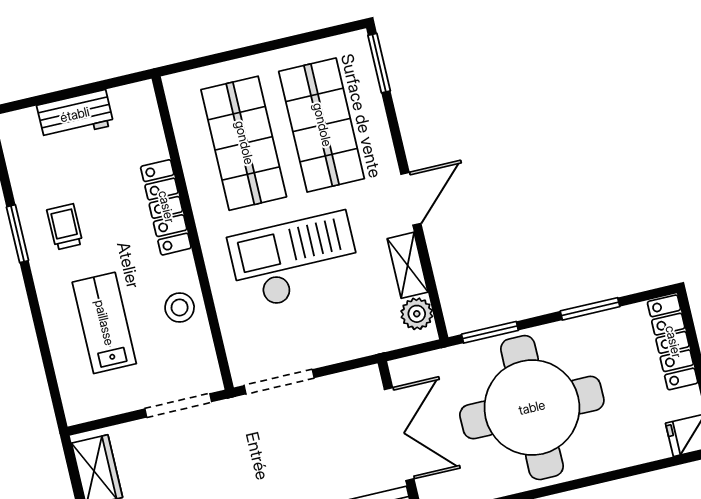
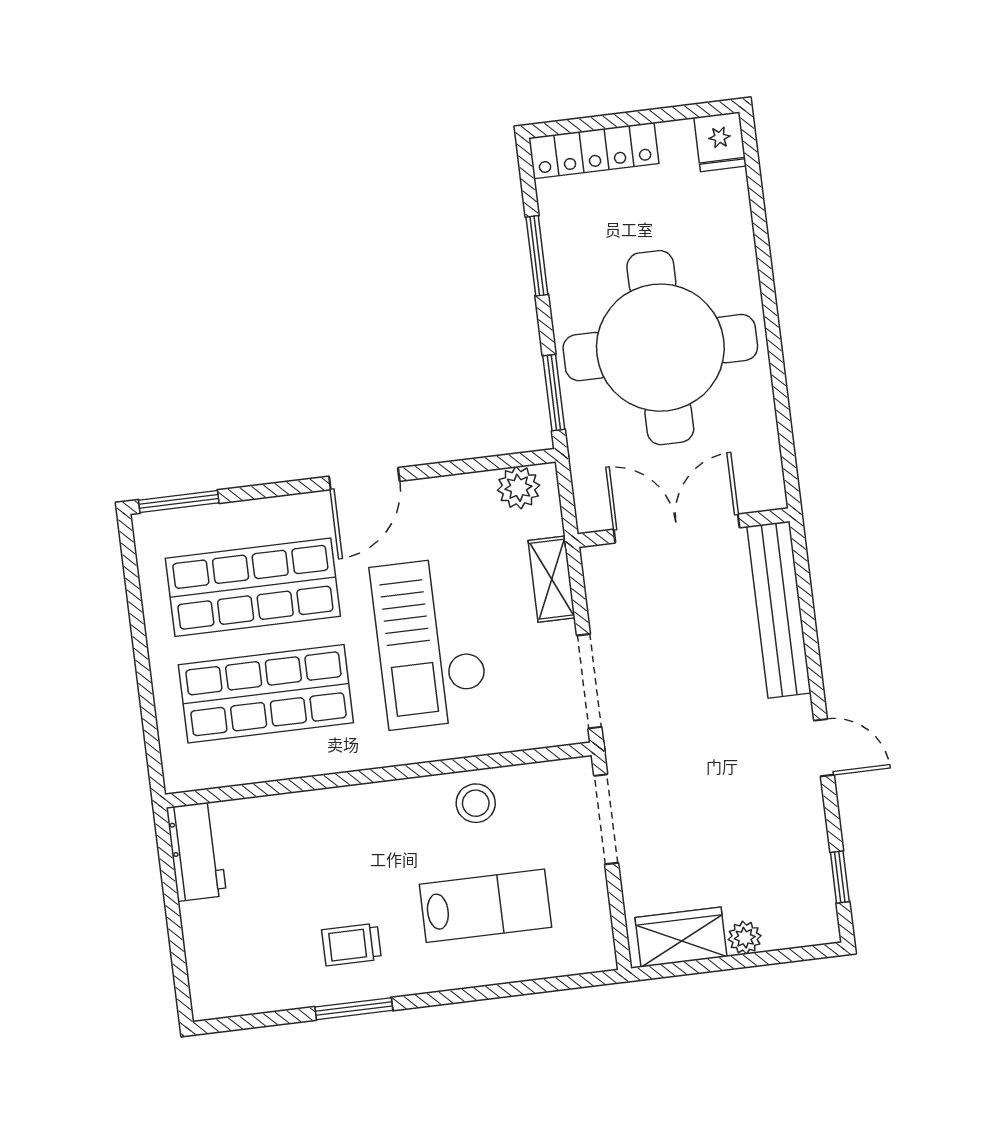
workbench: (75, 115) -> (196, 852), moved
door: (411, 199) -> (364, 479), swing flipped
locker: (166, 207) -> (340, 807), removed
shelving: (408, 265) -> (552, 579), moved, turned 90
lab bench: (104, 323) -> (485, 906), turned 180

